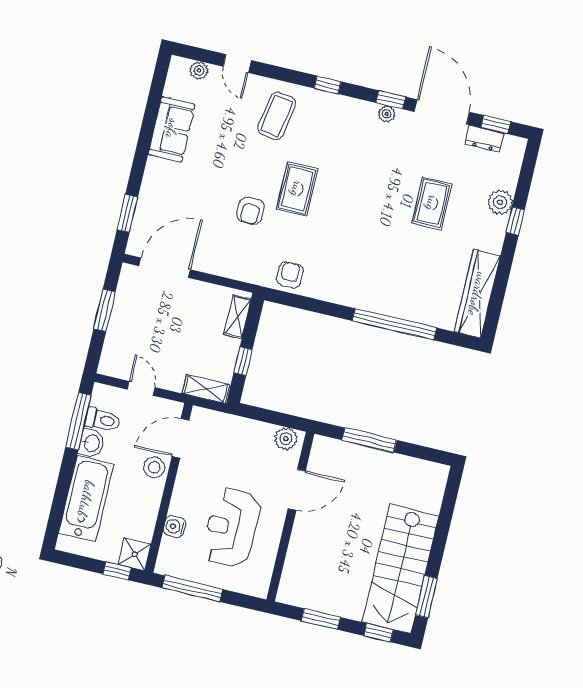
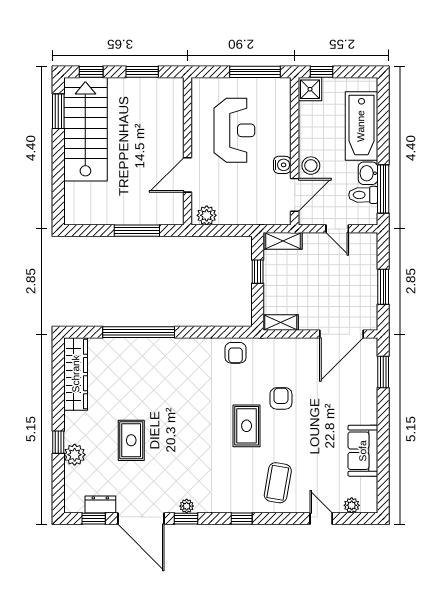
shelving: (237, 317) -> (281, 322), moved, turned 90
water cooler: (174, 526) -> (282, 165), moved

